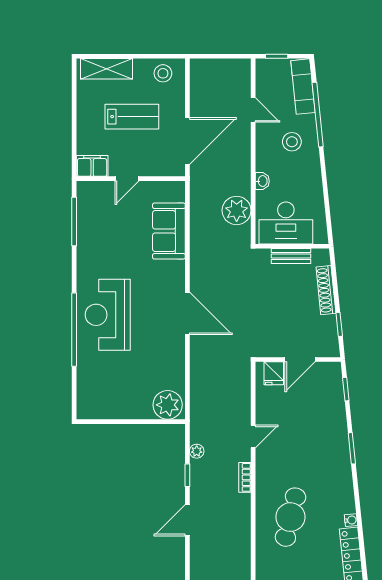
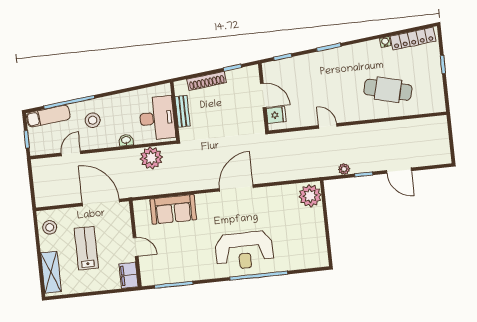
bookcase: (245, 477) -> (361, 129), removed

